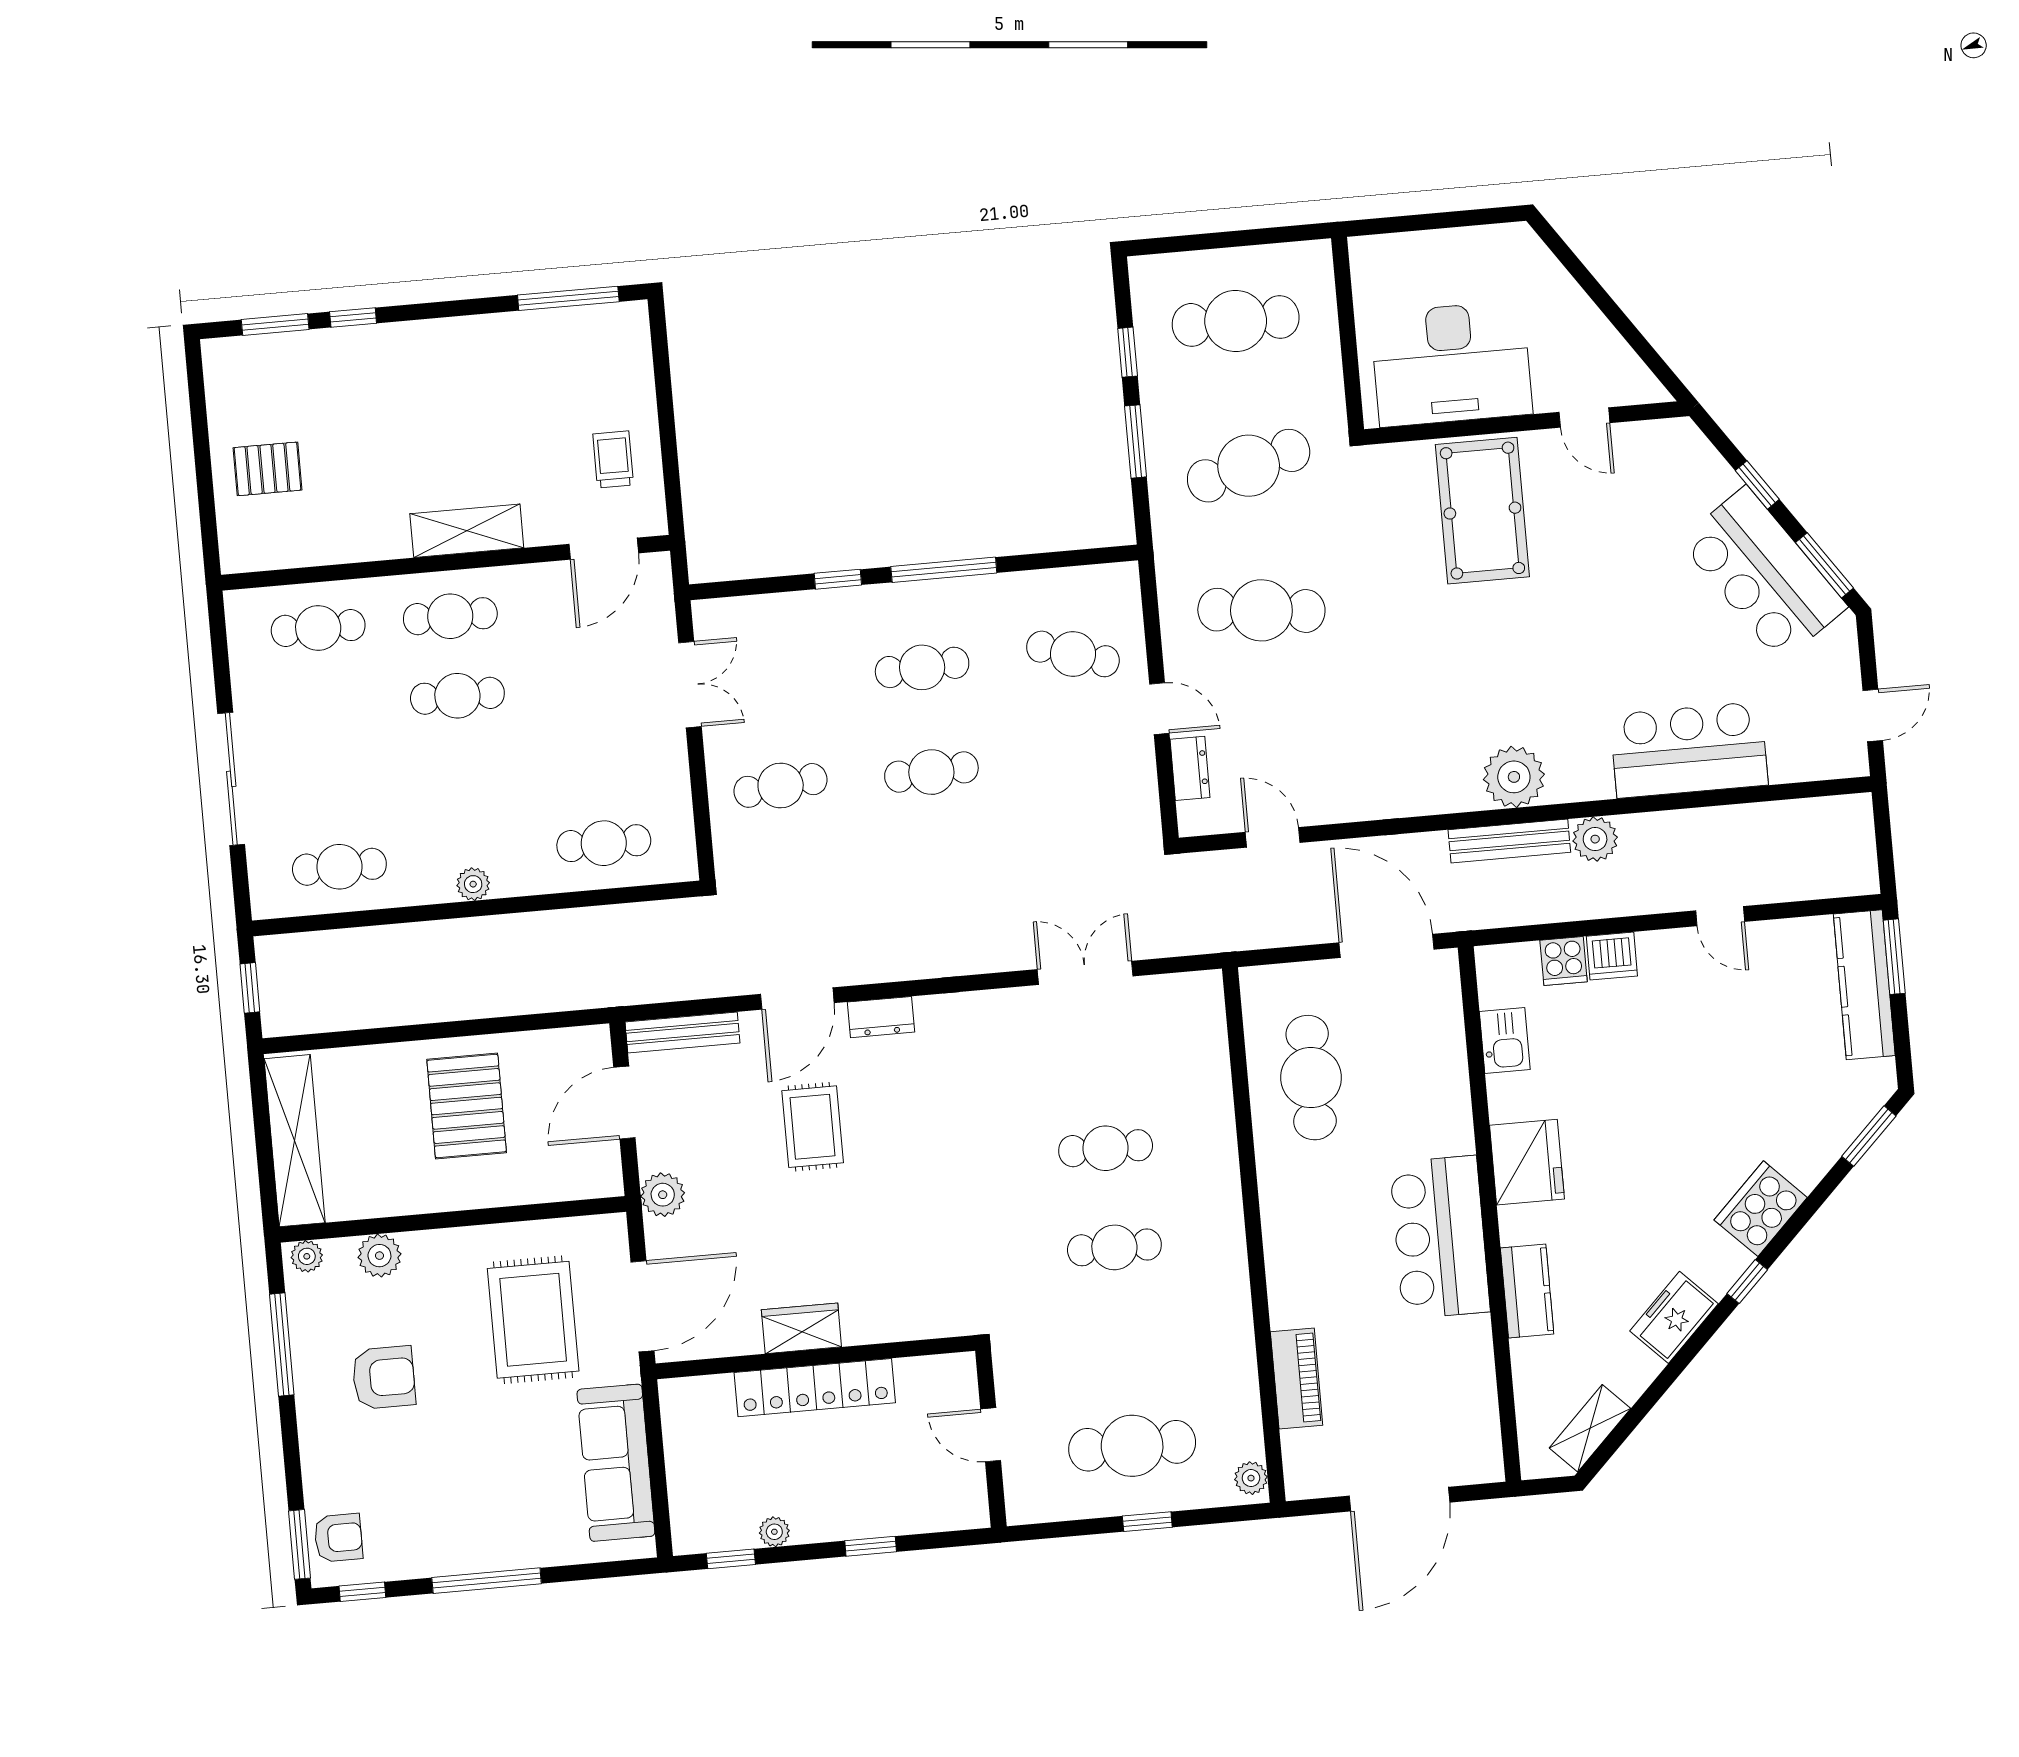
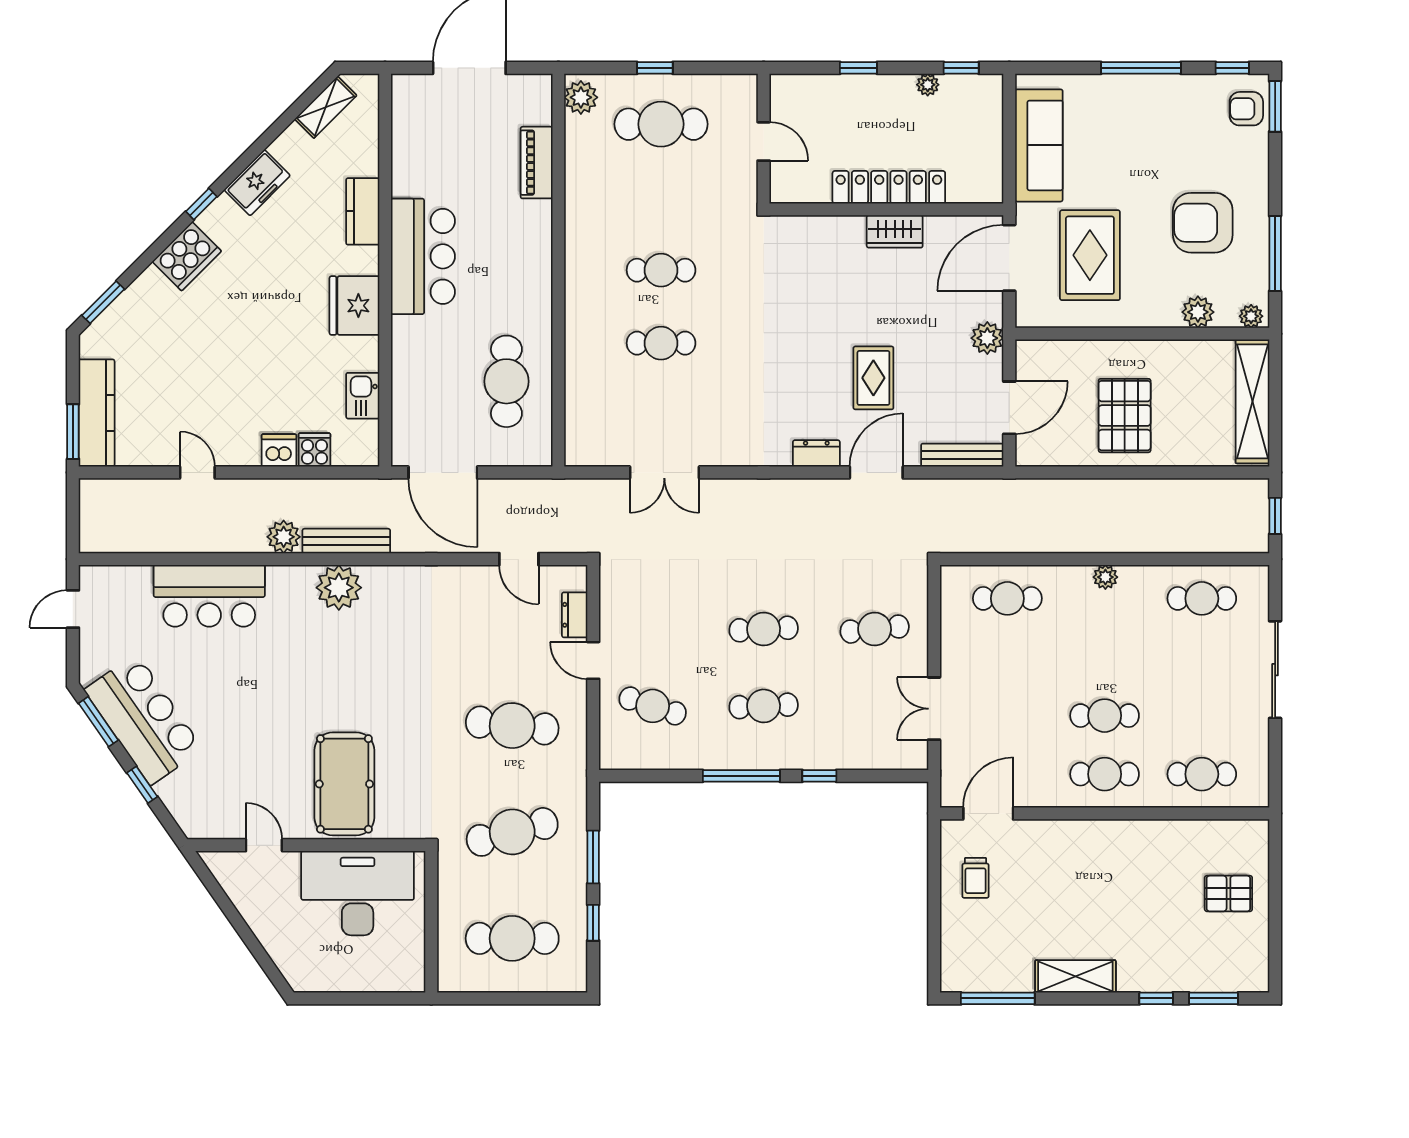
shelving: (467, 531) -> (1075, 976), moved
armchair: (384, 1378) -> (1203, 223), width x1.36, depth x1.36
plant: (1251, 1478) -> (581, 97), width x1.38, depth x1.38

